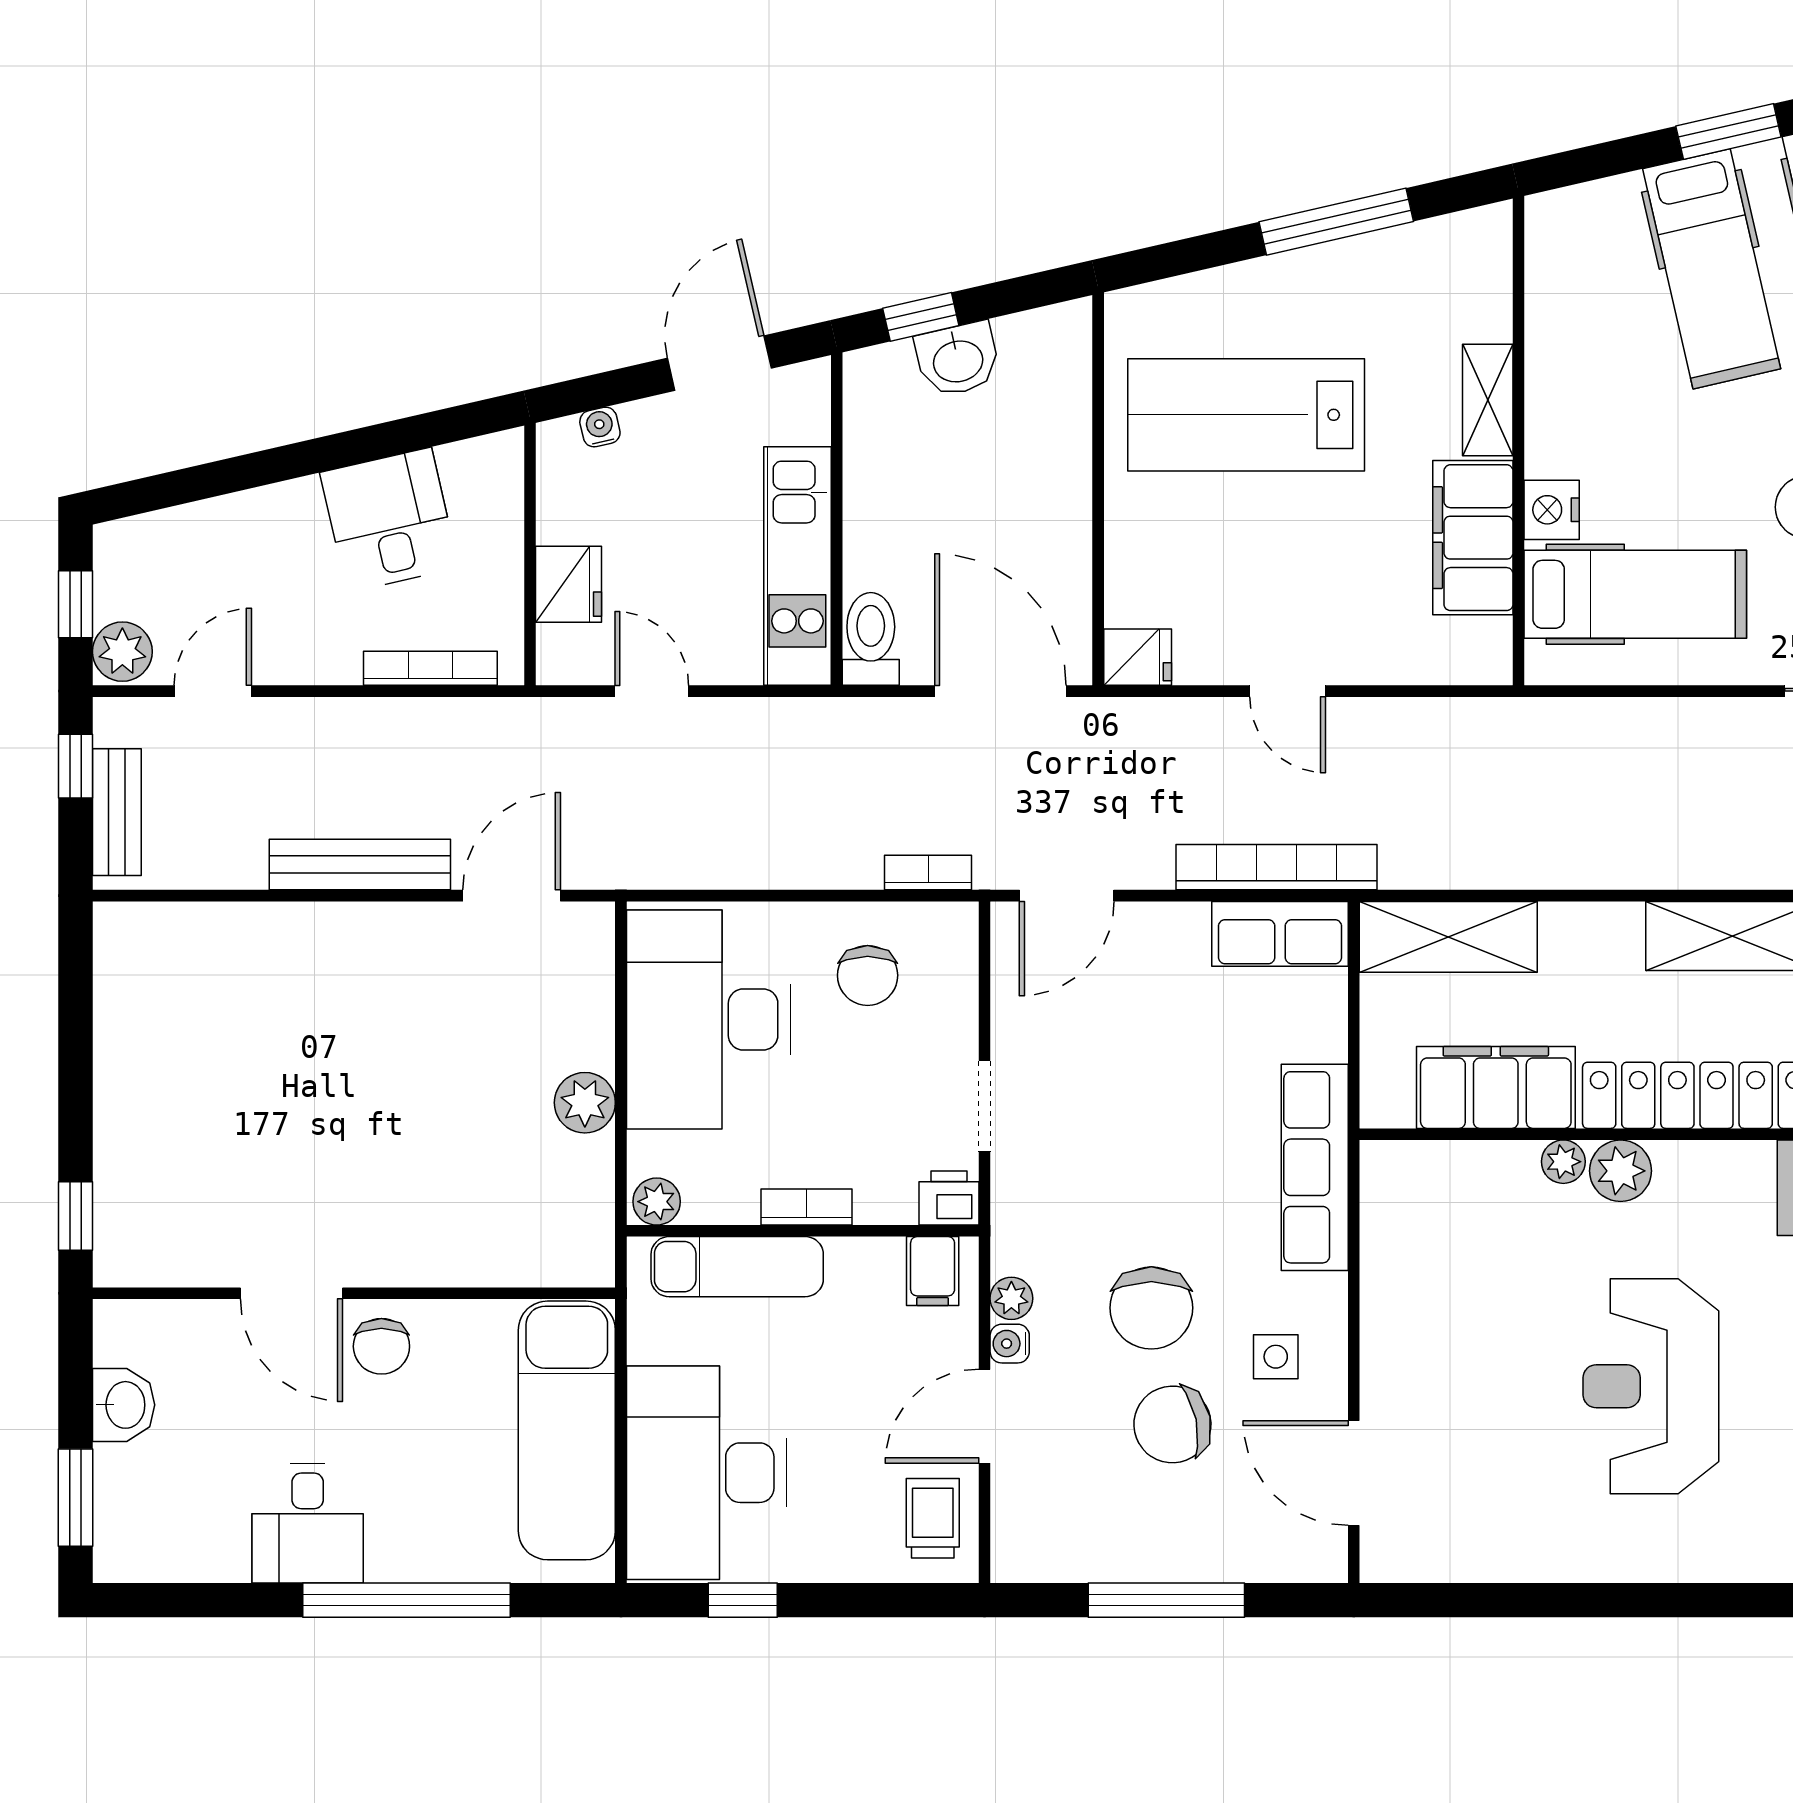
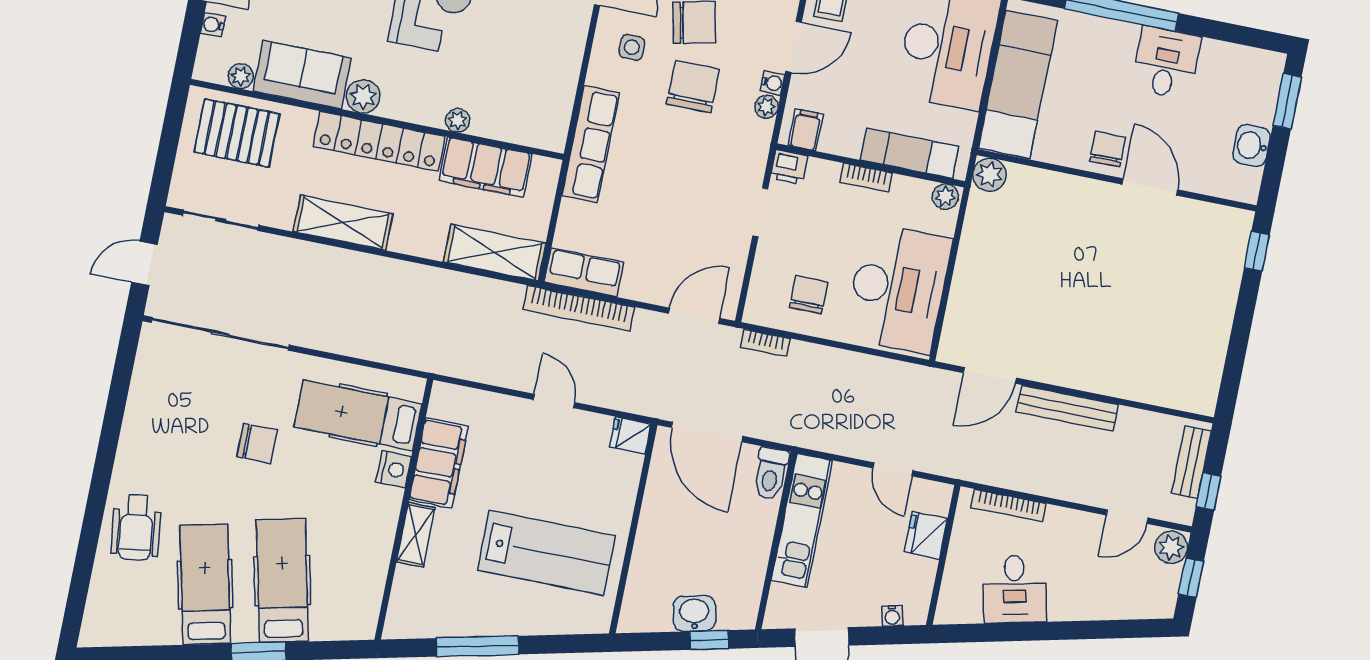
plant: (585, 1103) -> (990, 175), moved
plant: (1621, 1171) -> (363, 96), moved

